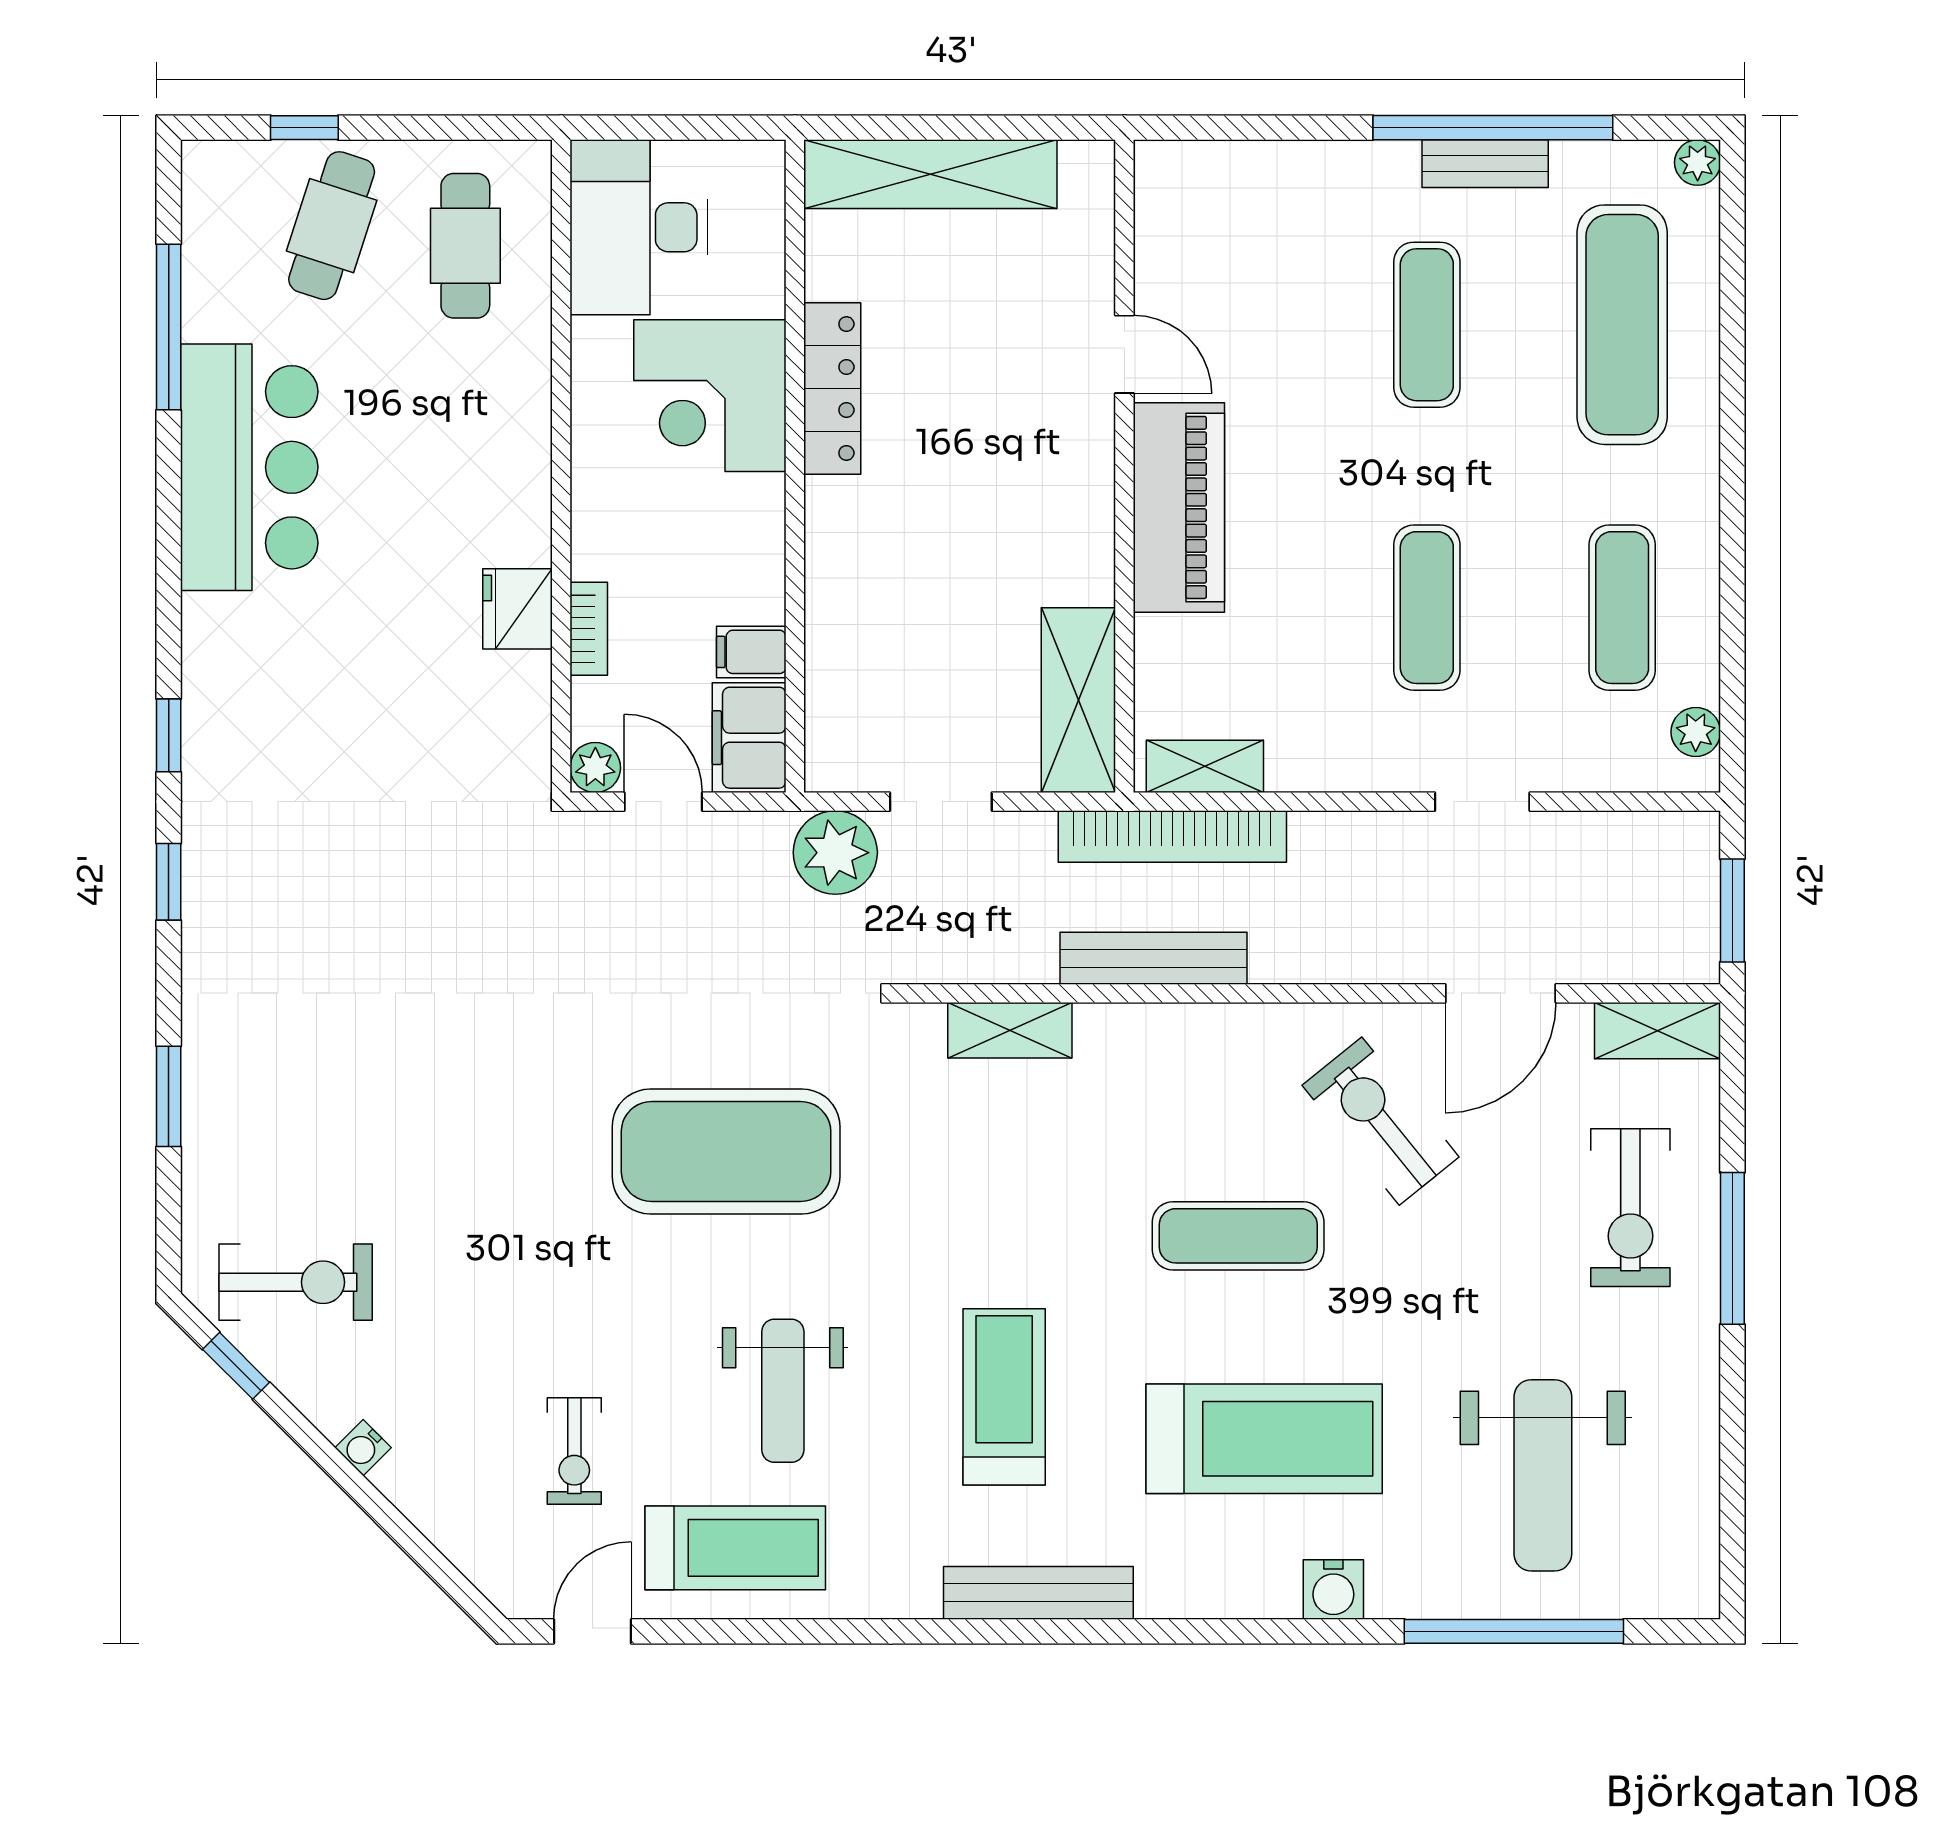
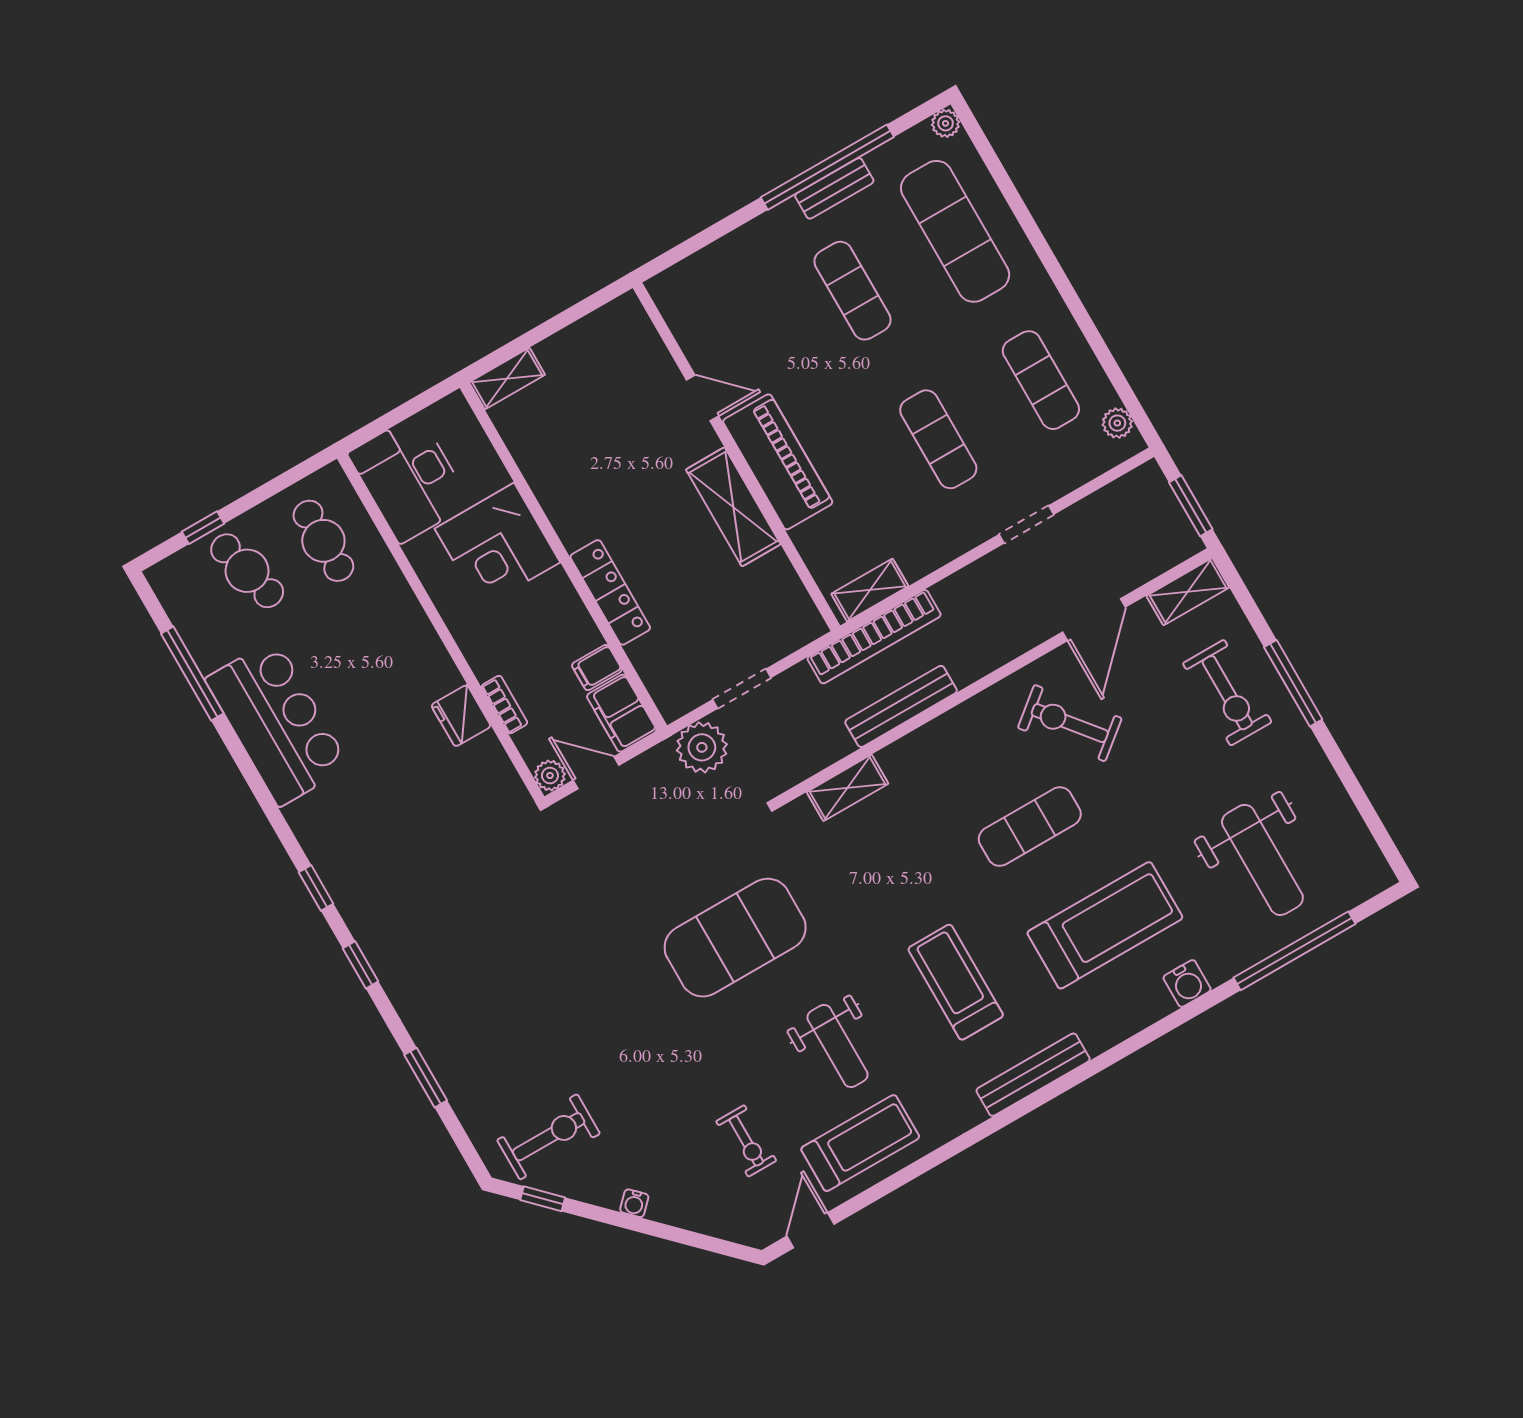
shelving: (930, 174) -> (507, 379), width x0.45, depth x0.75
cafe table: (332, 226) -> (247, 571), turned -32
locker: (832, 389) -> (610, 592), moved
shelving: (1078, 700) -> (733, 507), moved

